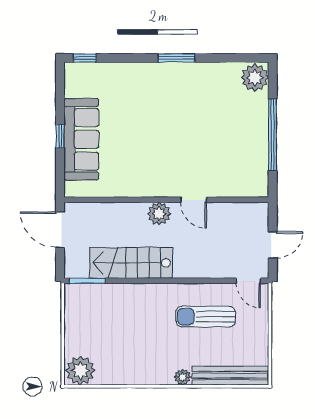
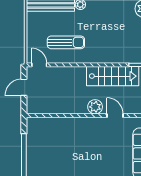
door: (194, 200) -> (115, 116), moved

